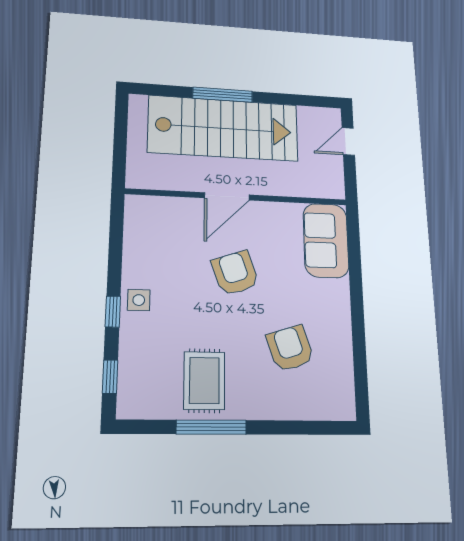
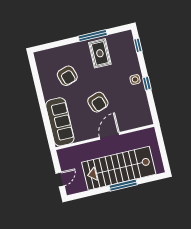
sofa: (326, 240) -> (60, 122), width x1.36
window: (113, 312) -> (147, 83), moved

